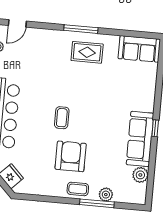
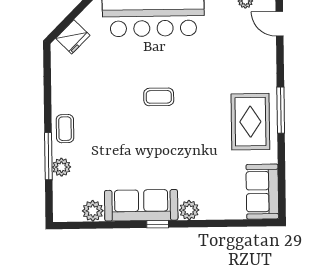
rug: (87, 52) -> (250, 122), width x1.36, depth x1.43
plant: (147, 104) -> (189, 210), added
armchair: (71, 156) -> (108, 114), removed

